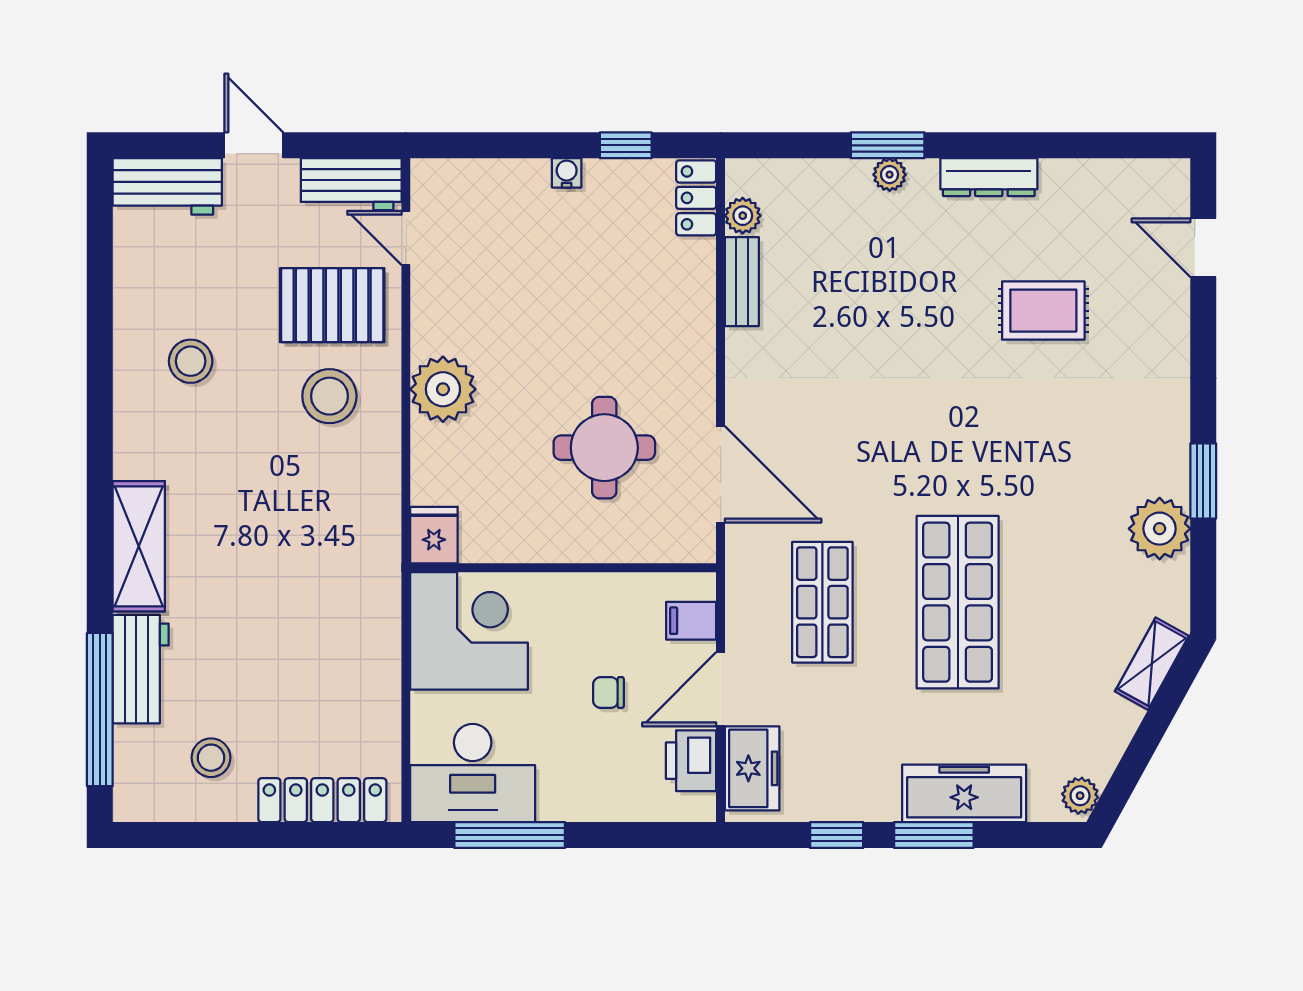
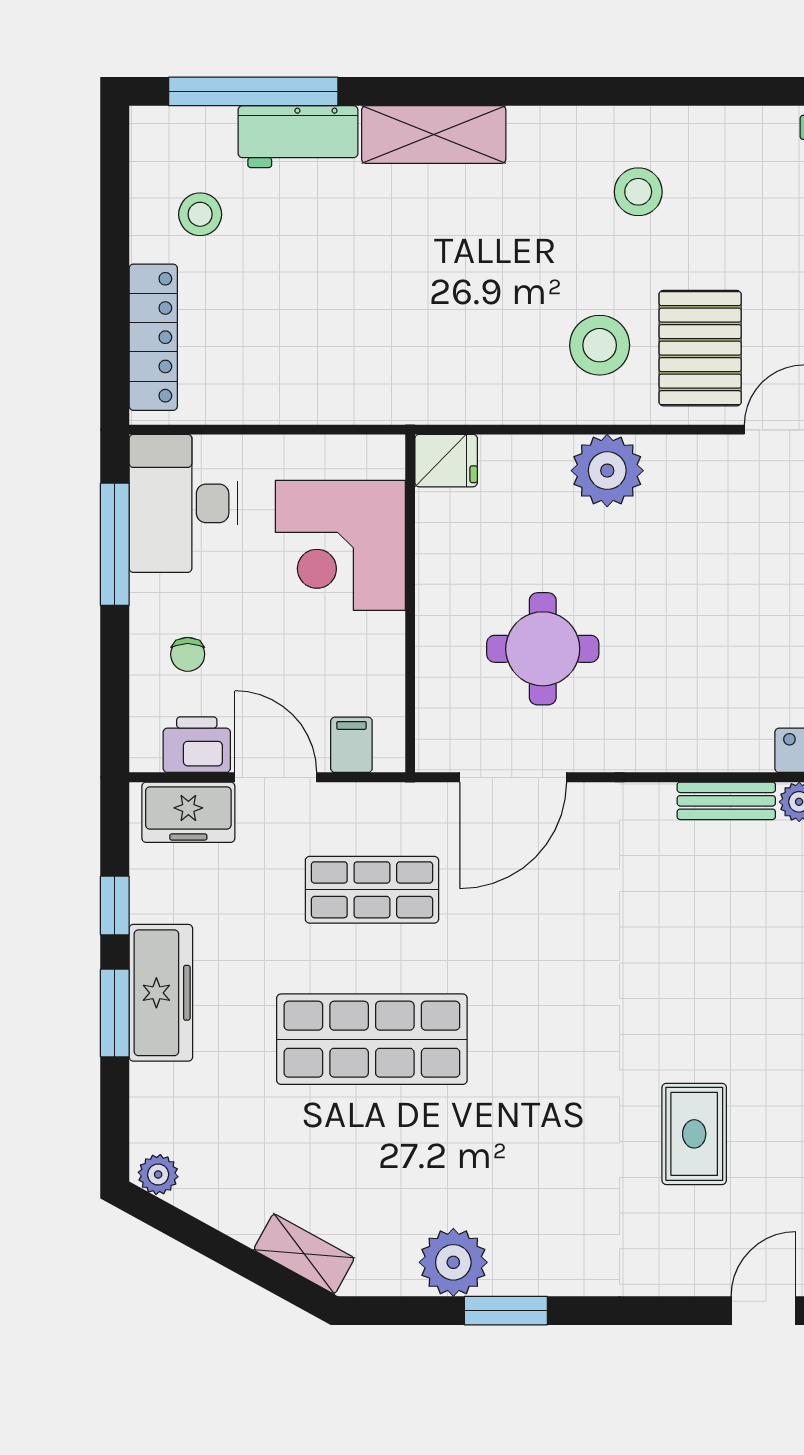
corner desk: (469, 631) -> (340, 545), moved, turned 90
chair: (608, 693) -> (188, 654), moved, turned 180
freezer: (964, 793) -> (161, 993), moved

